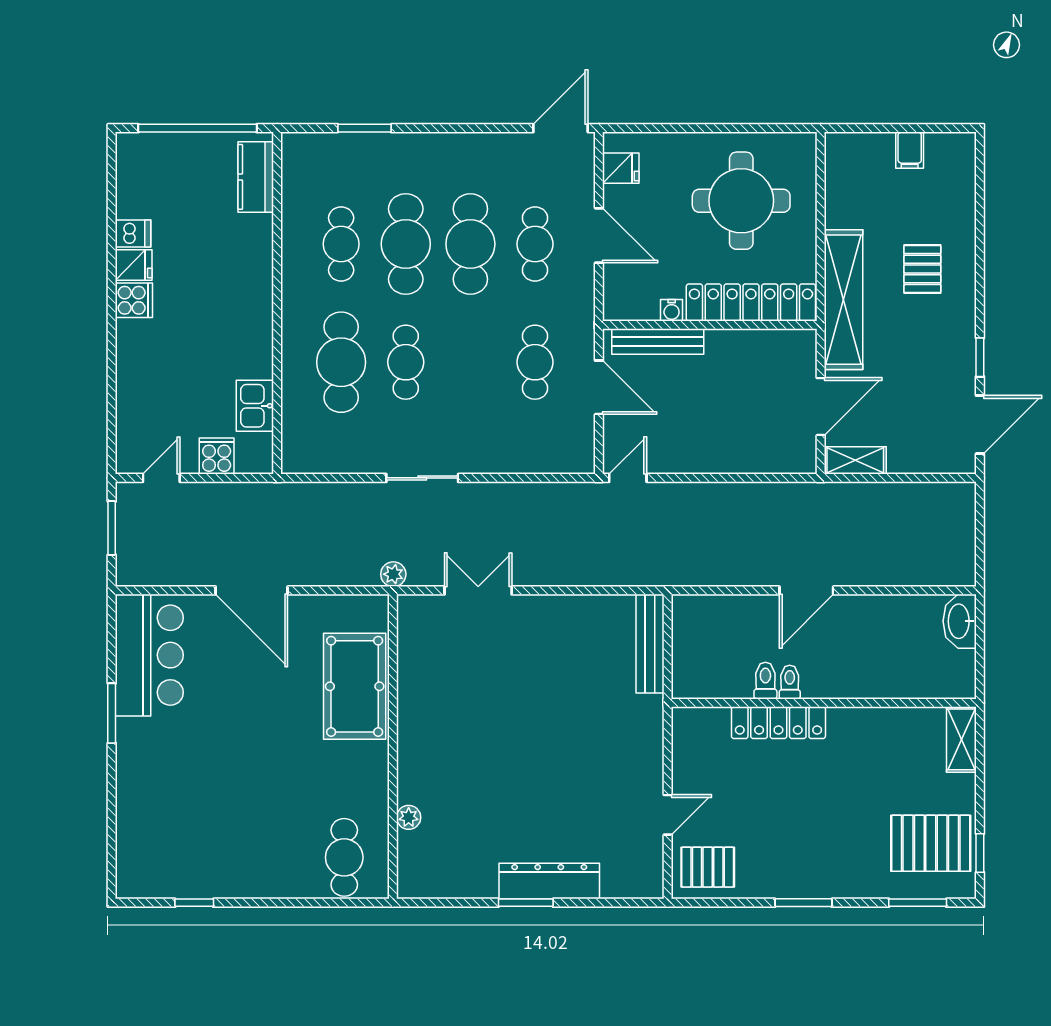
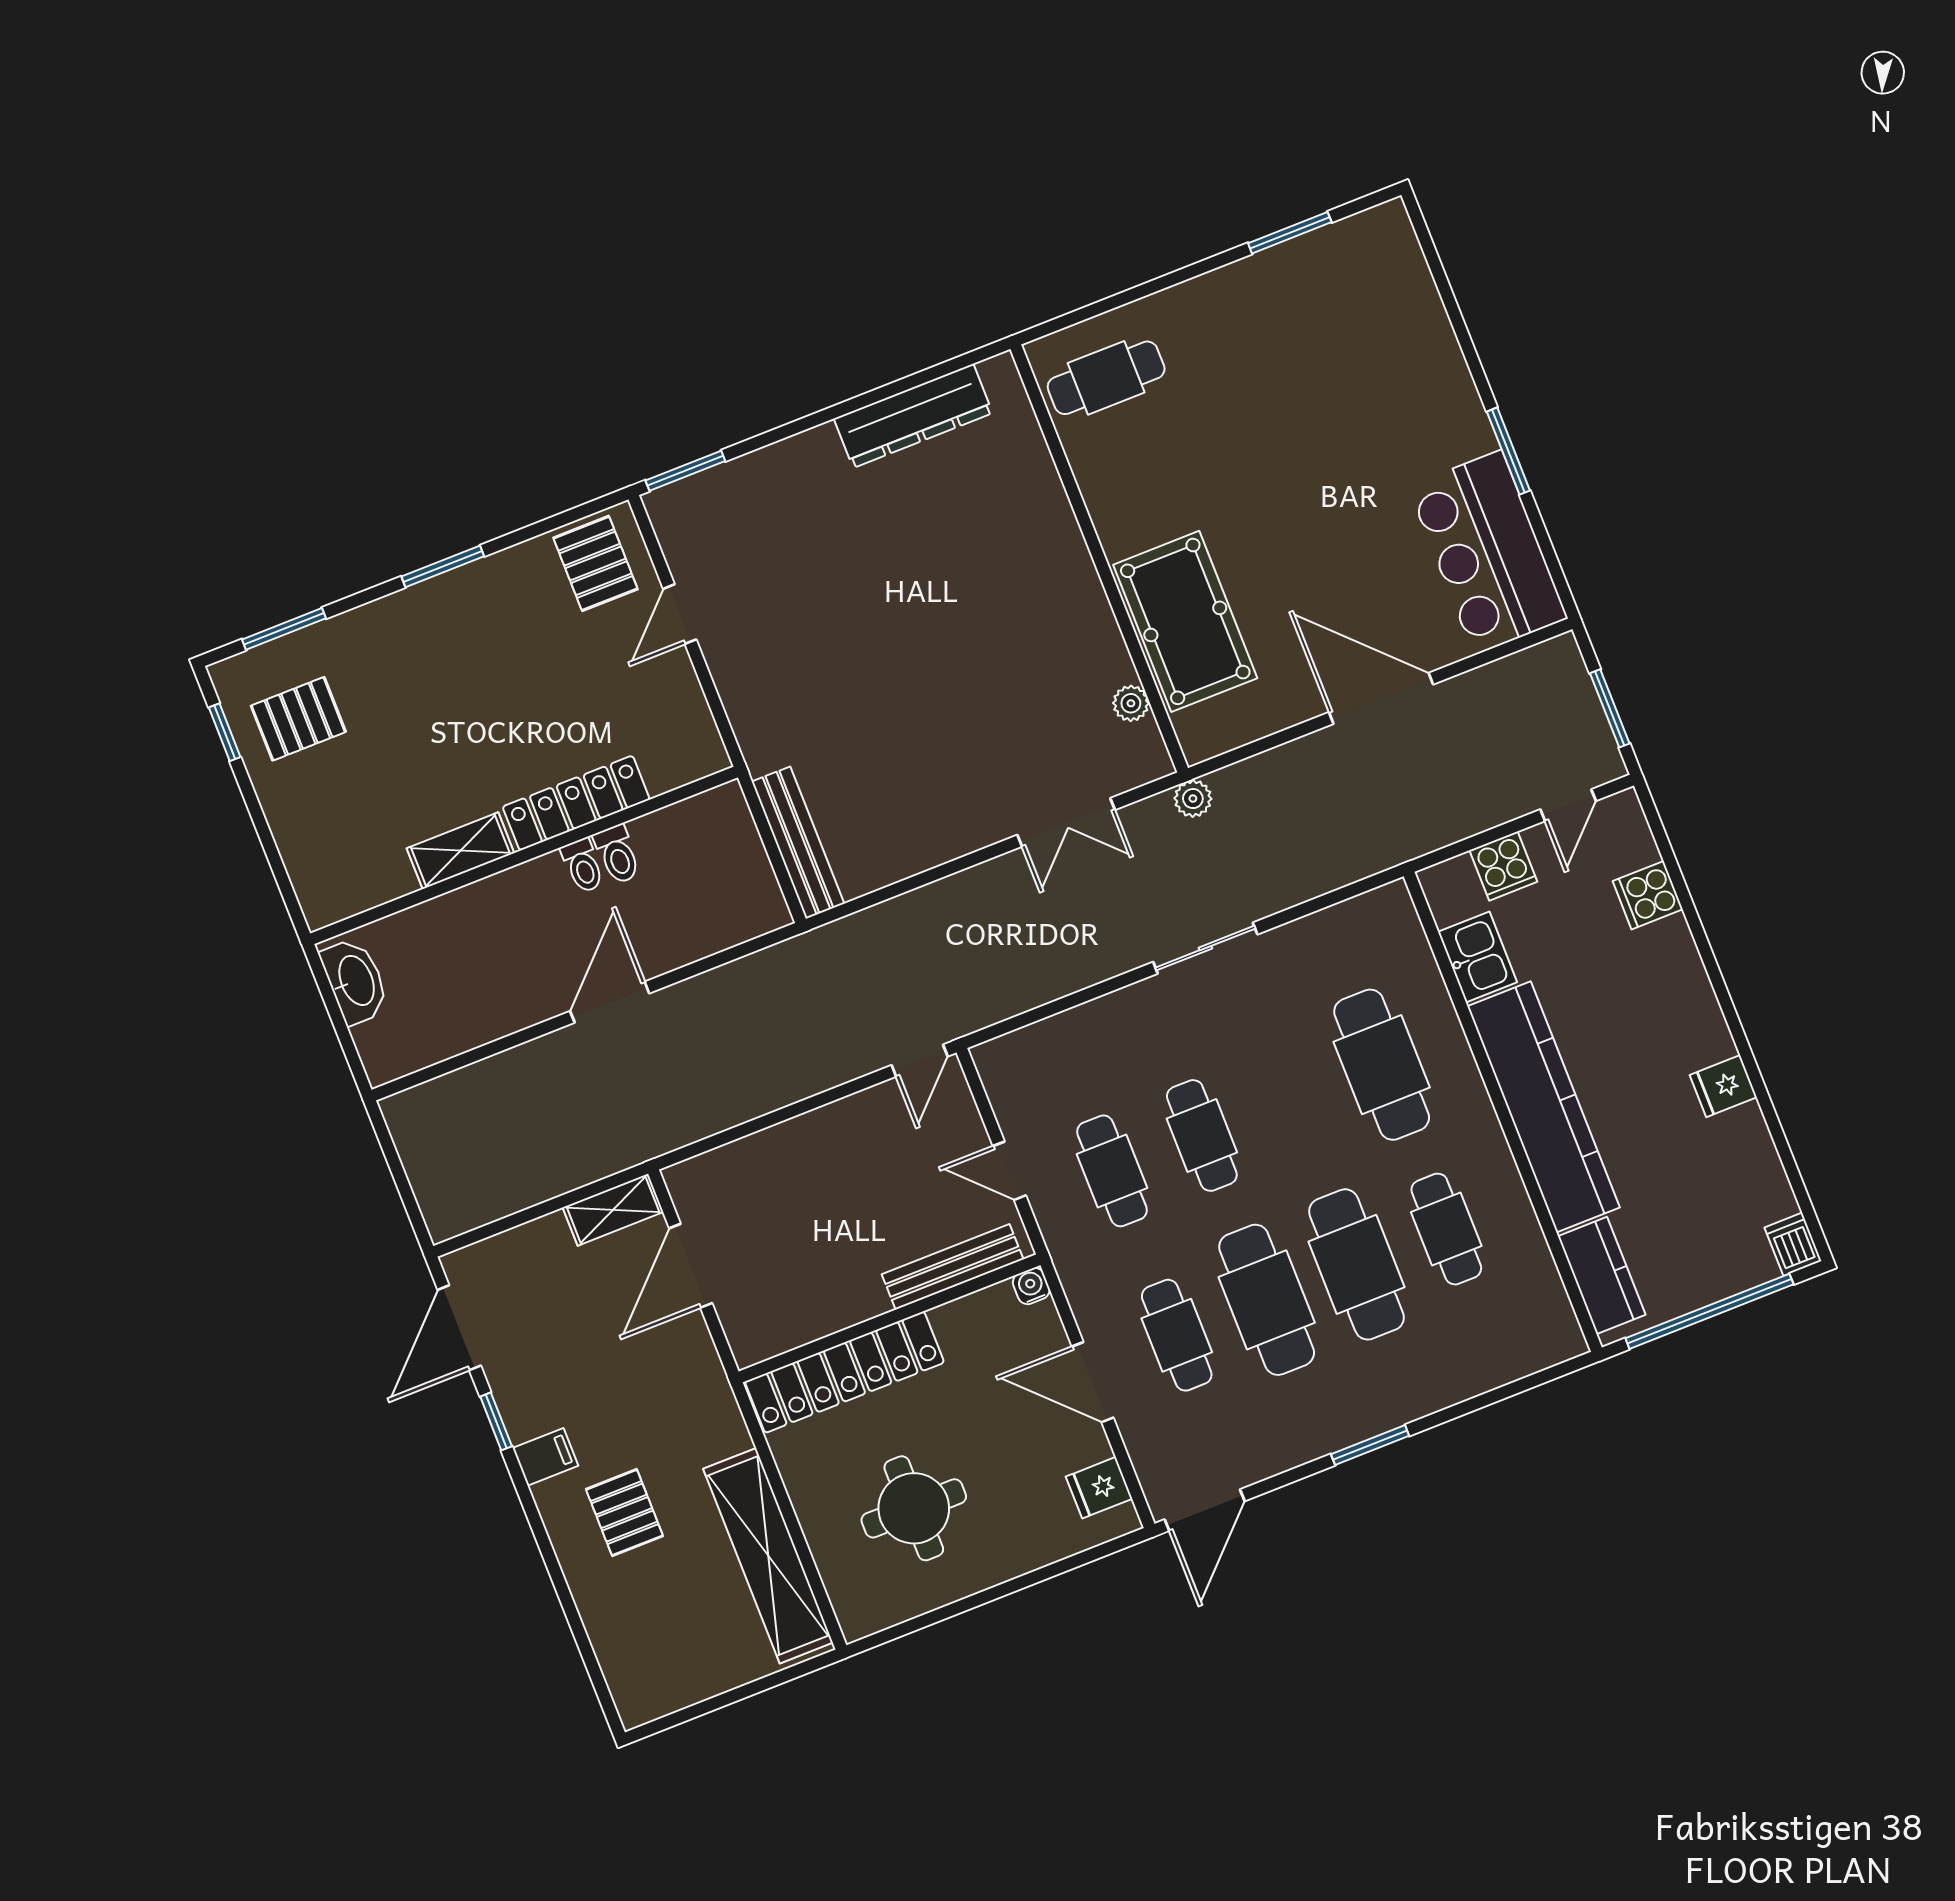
window: (364, 128) -> (1370, 1445), moved
filing cabinet: (910, 150) -> (545, 1457), moved, turned 90
round table: (741, 201) -> (914, 1508), width x0.73, depth x0.73
dishwasher: (133, 234) -> (1793, 1244), moved, turned 90
kitchen counter: (251, 296) -> (1543, 1107), added
cooker: (134, 300) -> (1648, 895), moved
shelving: (844, 300) -> (768, 1556), moved
water cooler: (672, 310) -> (1031, 1286), moved
cafe table: (406, 362) -> (1202, 1135), moved
door: (599, 387) -> (1009, 1171), width x0.73
washbasin: (960, 621) -> (355, 981), moved
shelving: (961, 739) -> (460, 851), moved, turned 90
plant: (409, 817) -> (1131, 703), moved
pallet: (931, 843) -> (298, 719), width x0.67, depth x0.71
cafe table: (344, 857) -> (1106, 378), turned 90
pallet: (708, 867) -> (595, 563), turned 90
dresser: (549, 881) -> (913, 416), moved
window: (194, 903) -> (1290, 233), width x1.50
window: (526, 903) -> (685, 471), moved

